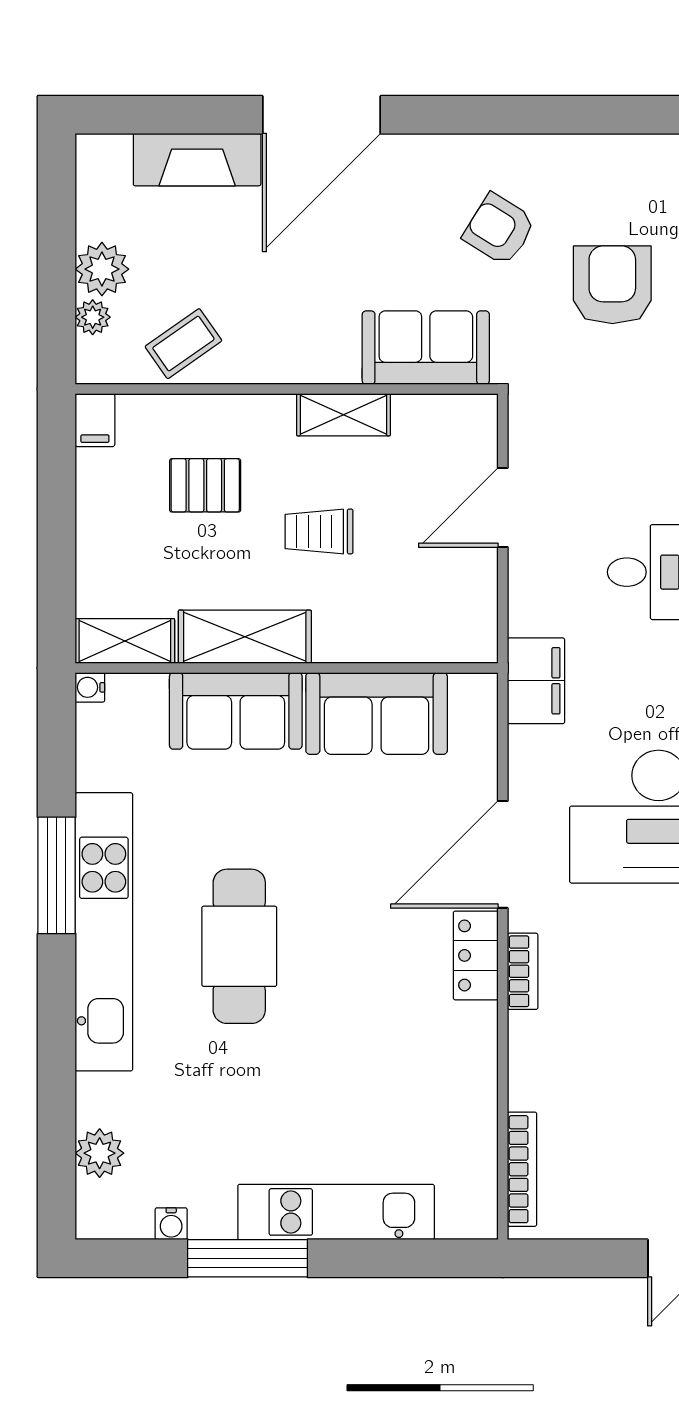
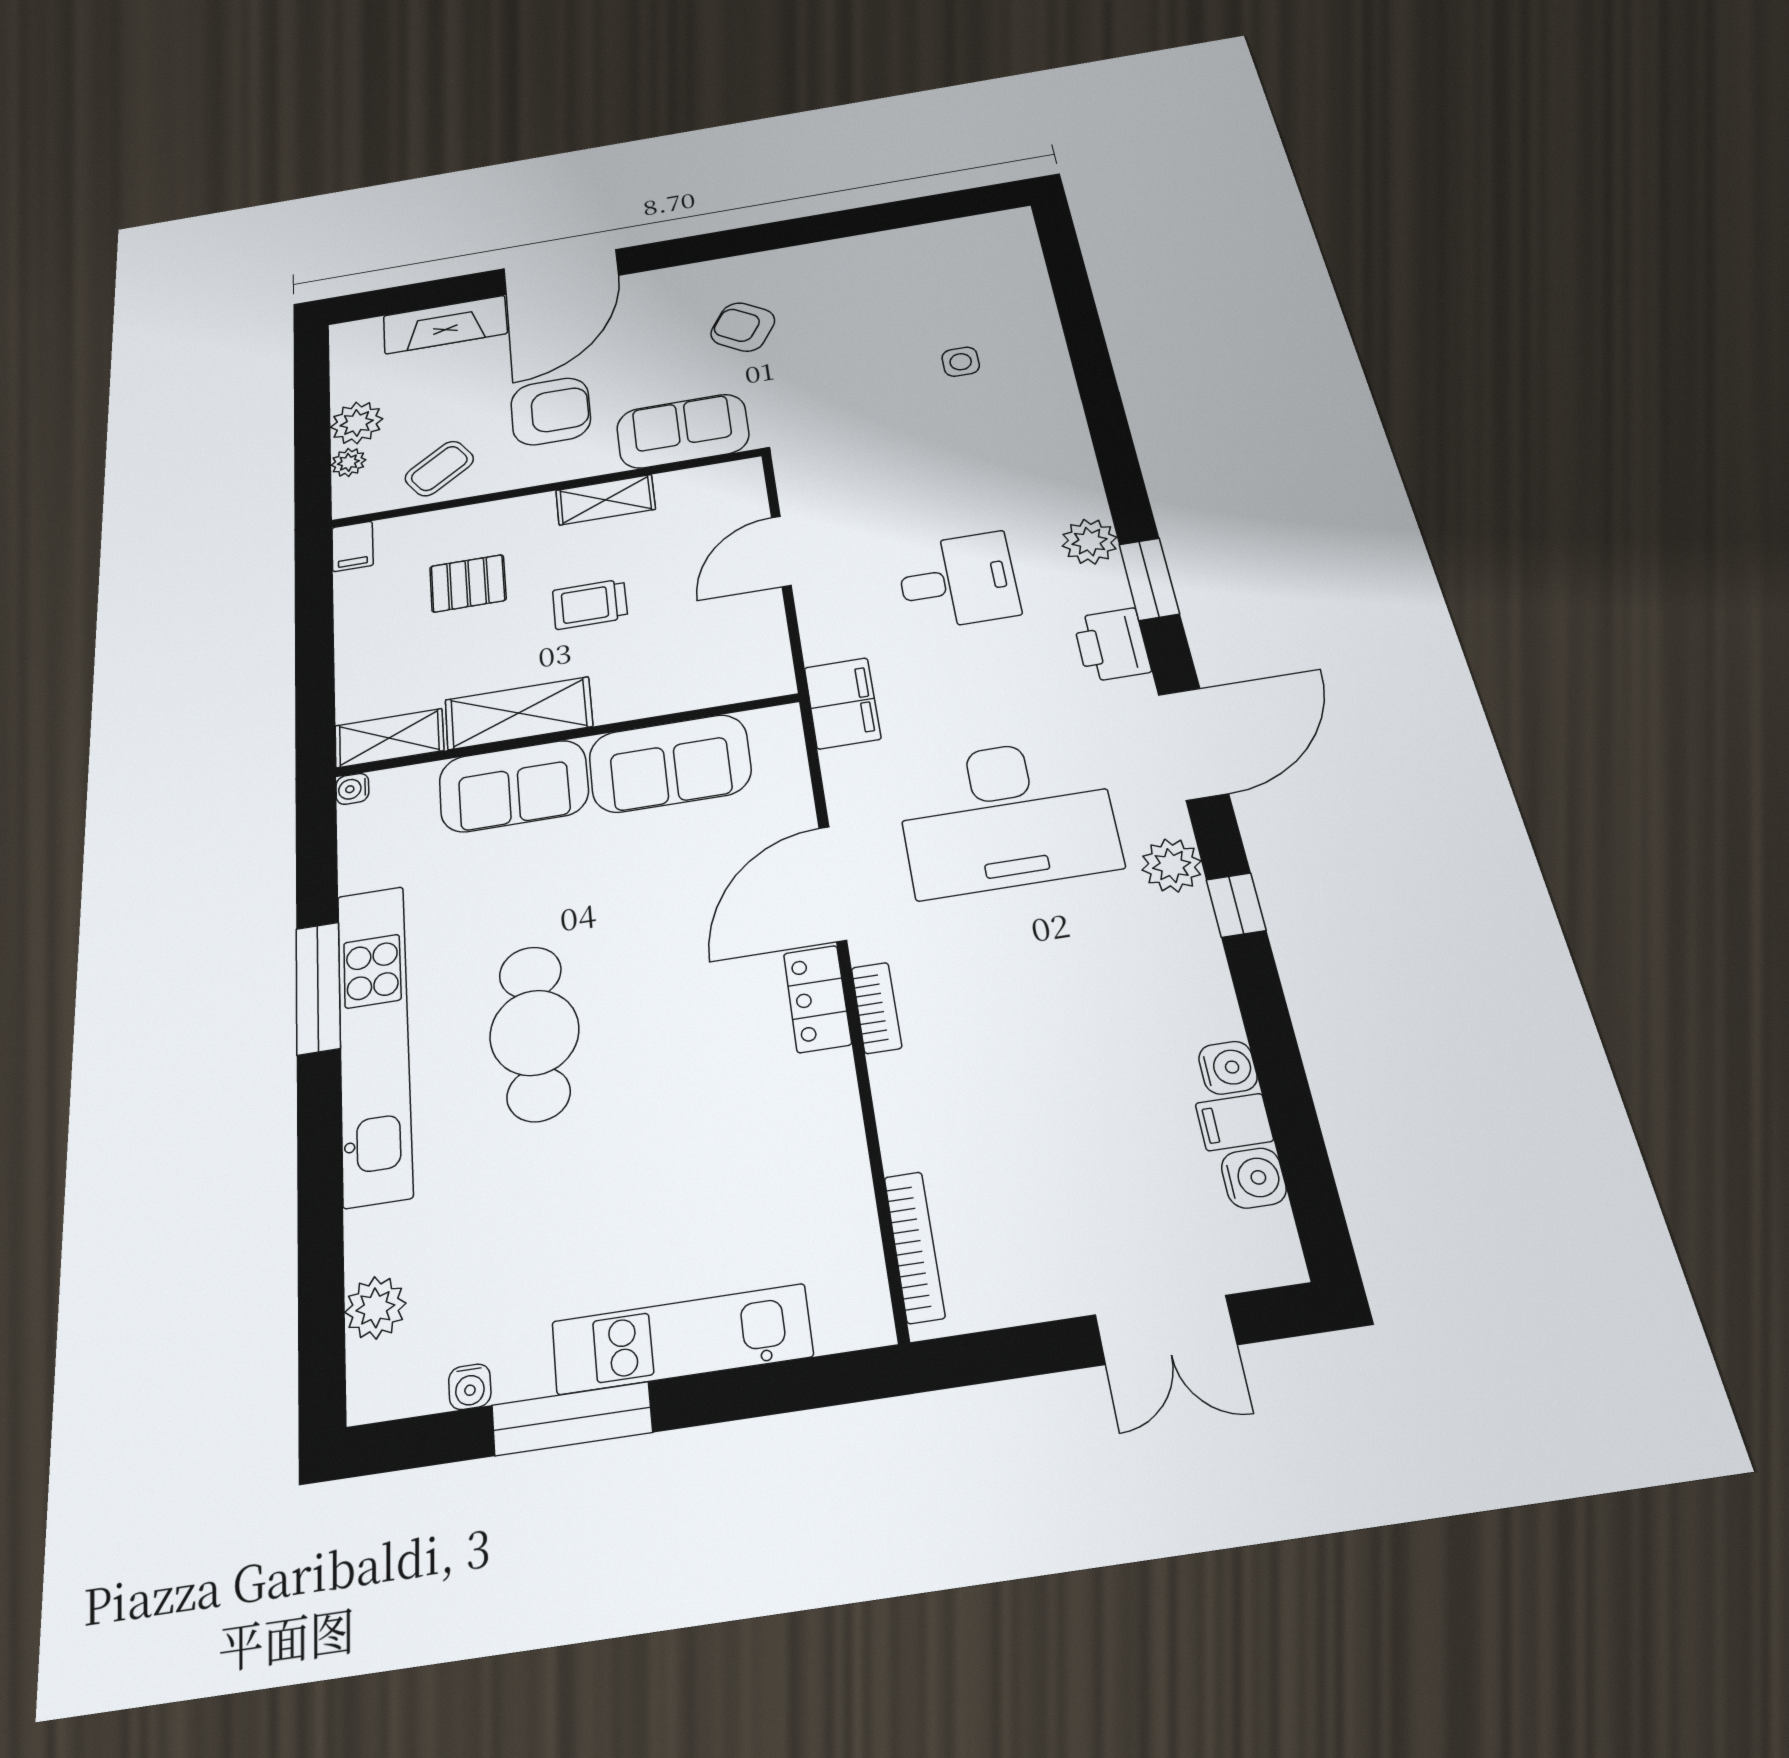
armchair: (612, 285) -> (551, 411), moved, turned 90

